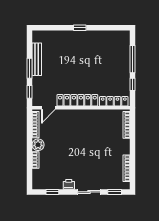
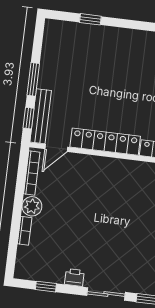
window: (80, 28) -> (90, 19), moved
bench: (37, 59) -> (41, 116), moved

